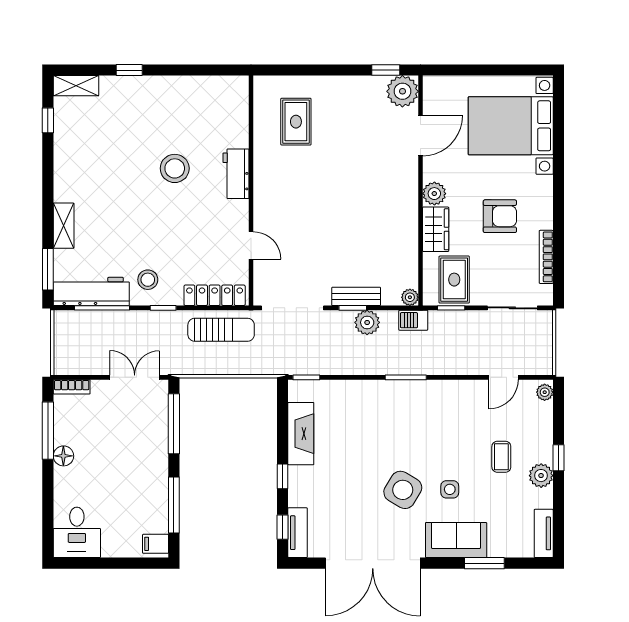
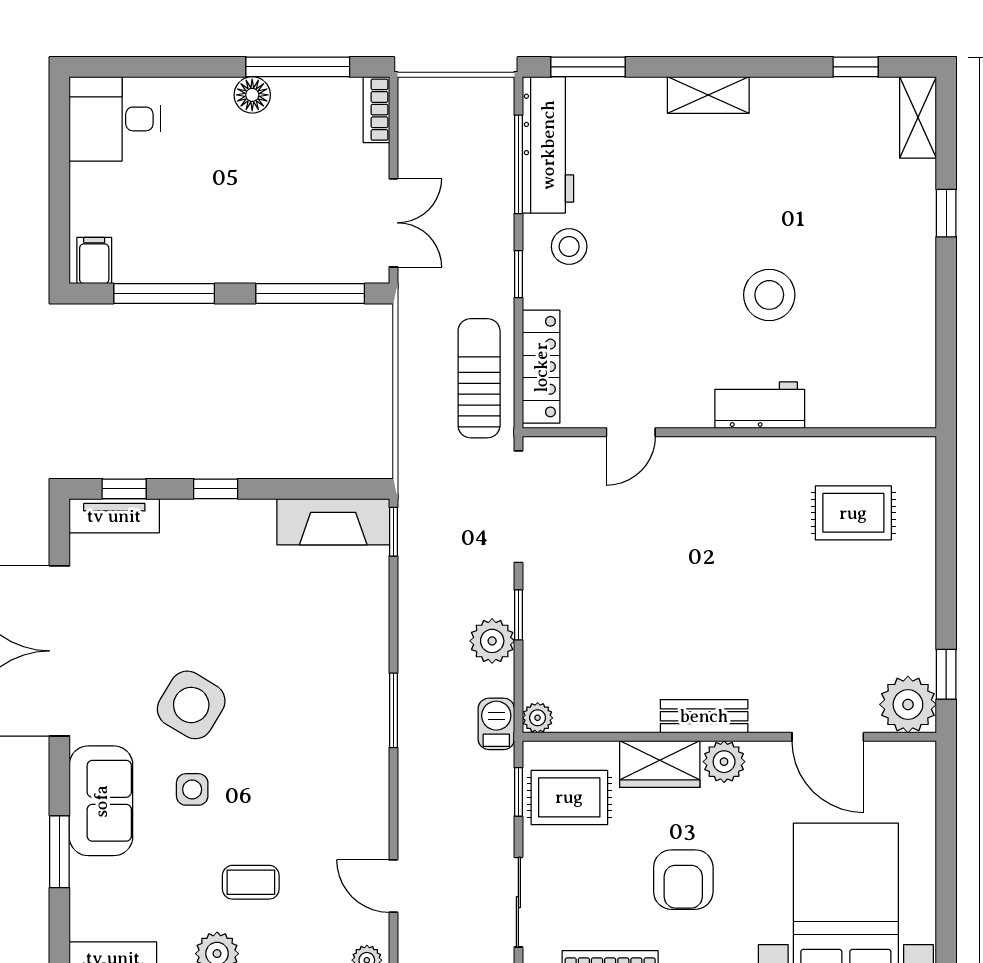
shelving: (64, 226) -> (708, 95), moved
bench: (356, 296) -> (704, 716), moved, turned 90
sun lounger: (221, 330) -> (479, 378), turned 180
fireplace: (301, 434) -> (333, 522), moved

